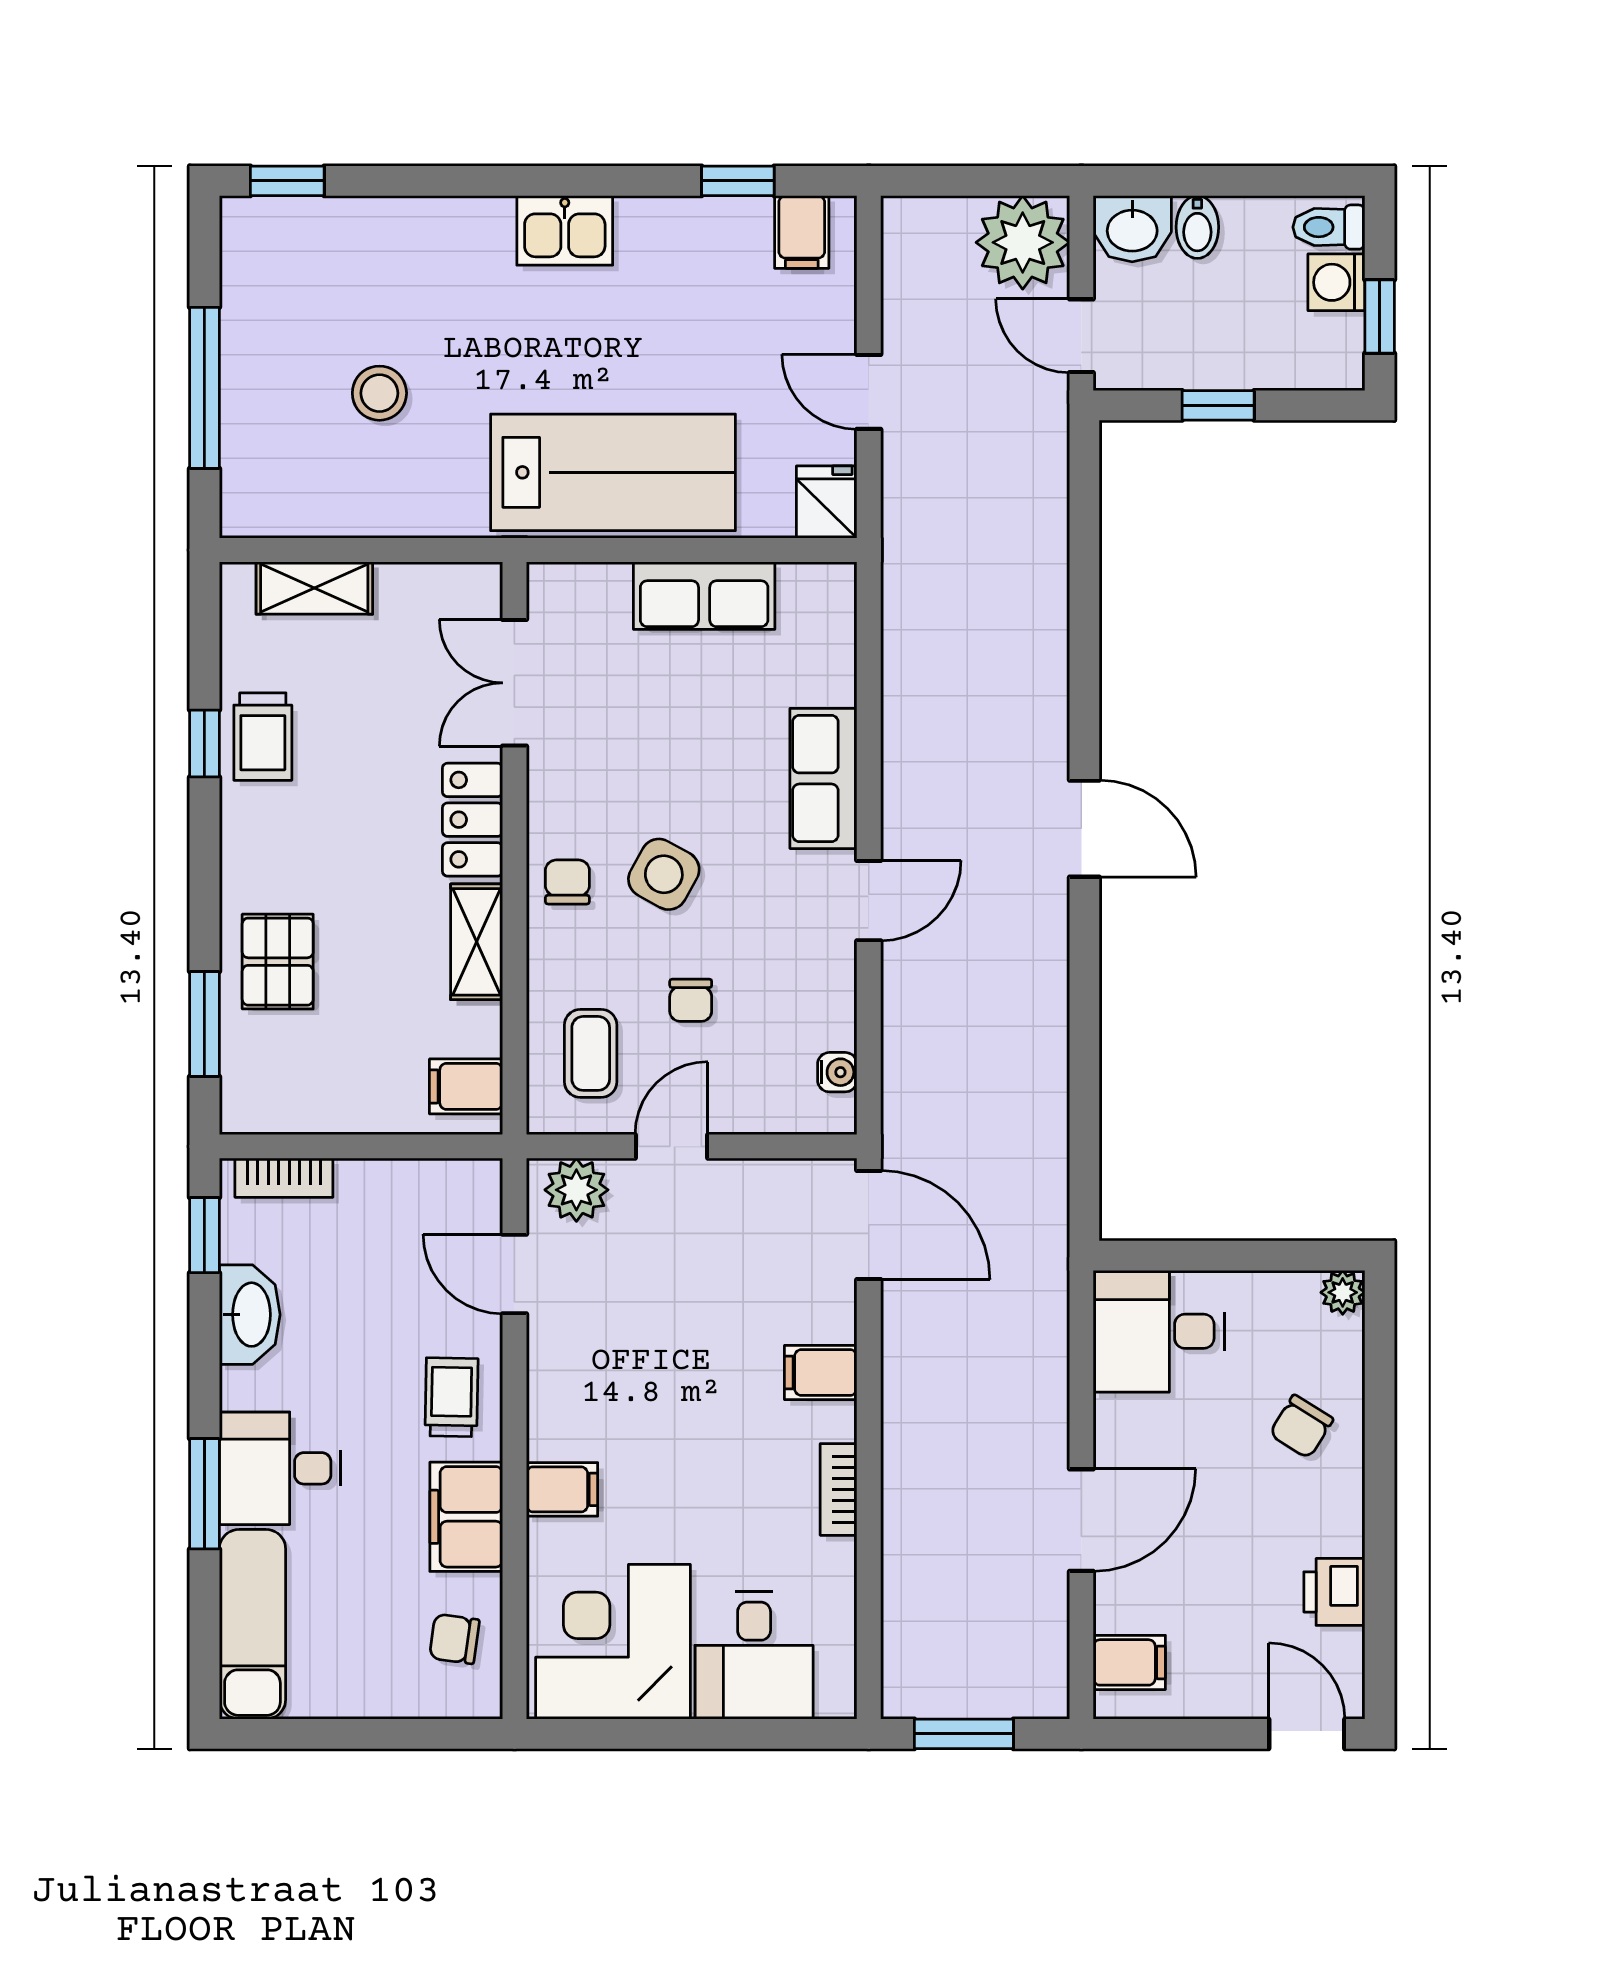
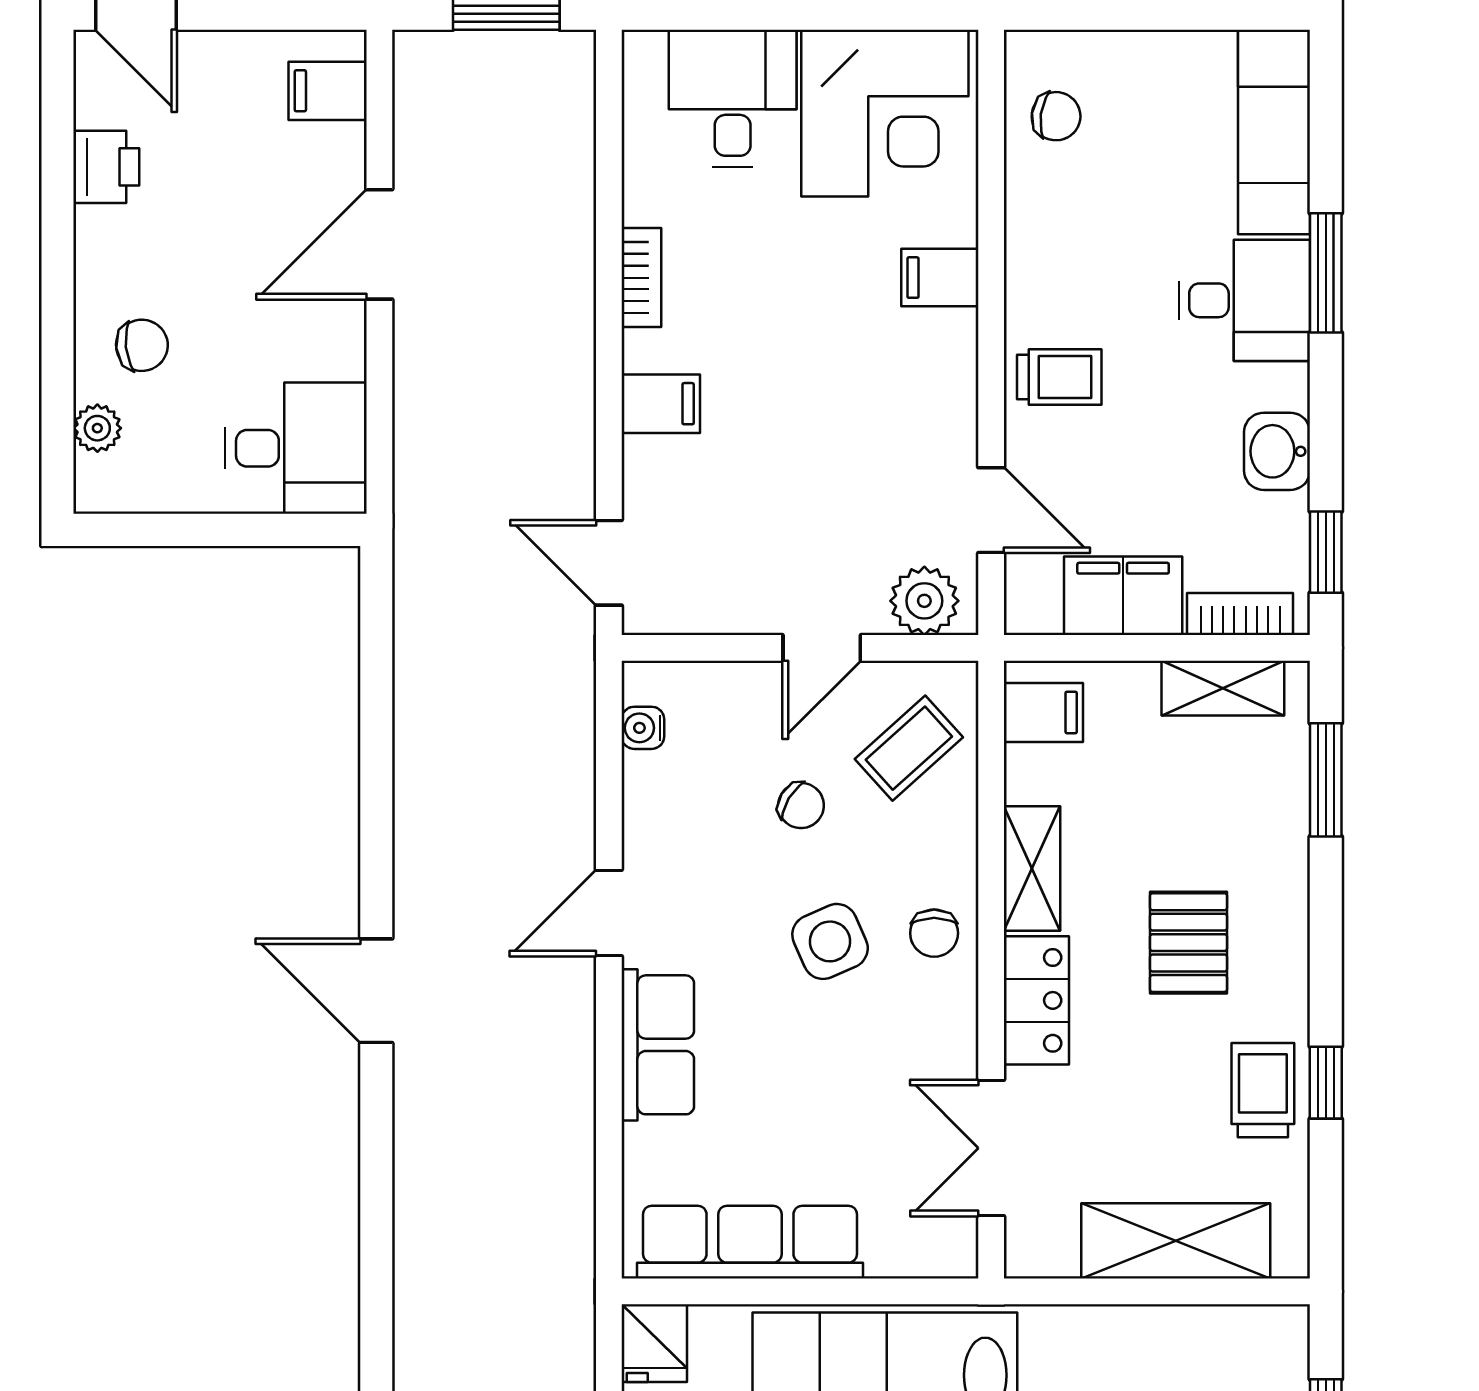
shelving: (314, 588) -> (1176, 1241), width x1.50, depth x1.33
row of seats: (704, 596) -> (750, 1242), width x1.48
double door: (514, 683) -> (991, 1148), swing flipped
side table: (664, 874) -> (830, 941), turned 37
pallet: (278, 962) -> (1189, 943), moved
chair: (691, 1000) -> (801, 806), turned 121
coffee table: (591, 1053) -> (909, 748), turned 48
shelving: (300, 1109) -> (1223, 688), added
door: (869, 1225) -> (609, 563), width x0.73
plant: (1343, 1292) -> (97, 428), moved
washbasin: (250, 1315) -> (1277, 451), width x0.72
trolley: (451, 1397) -> (1059, 377), turned -91
chair: (1301, 1427) -> (142, 345), turned 52
filing cabinet: (466, 1517) -> (1123, 596), moved, turned -90

